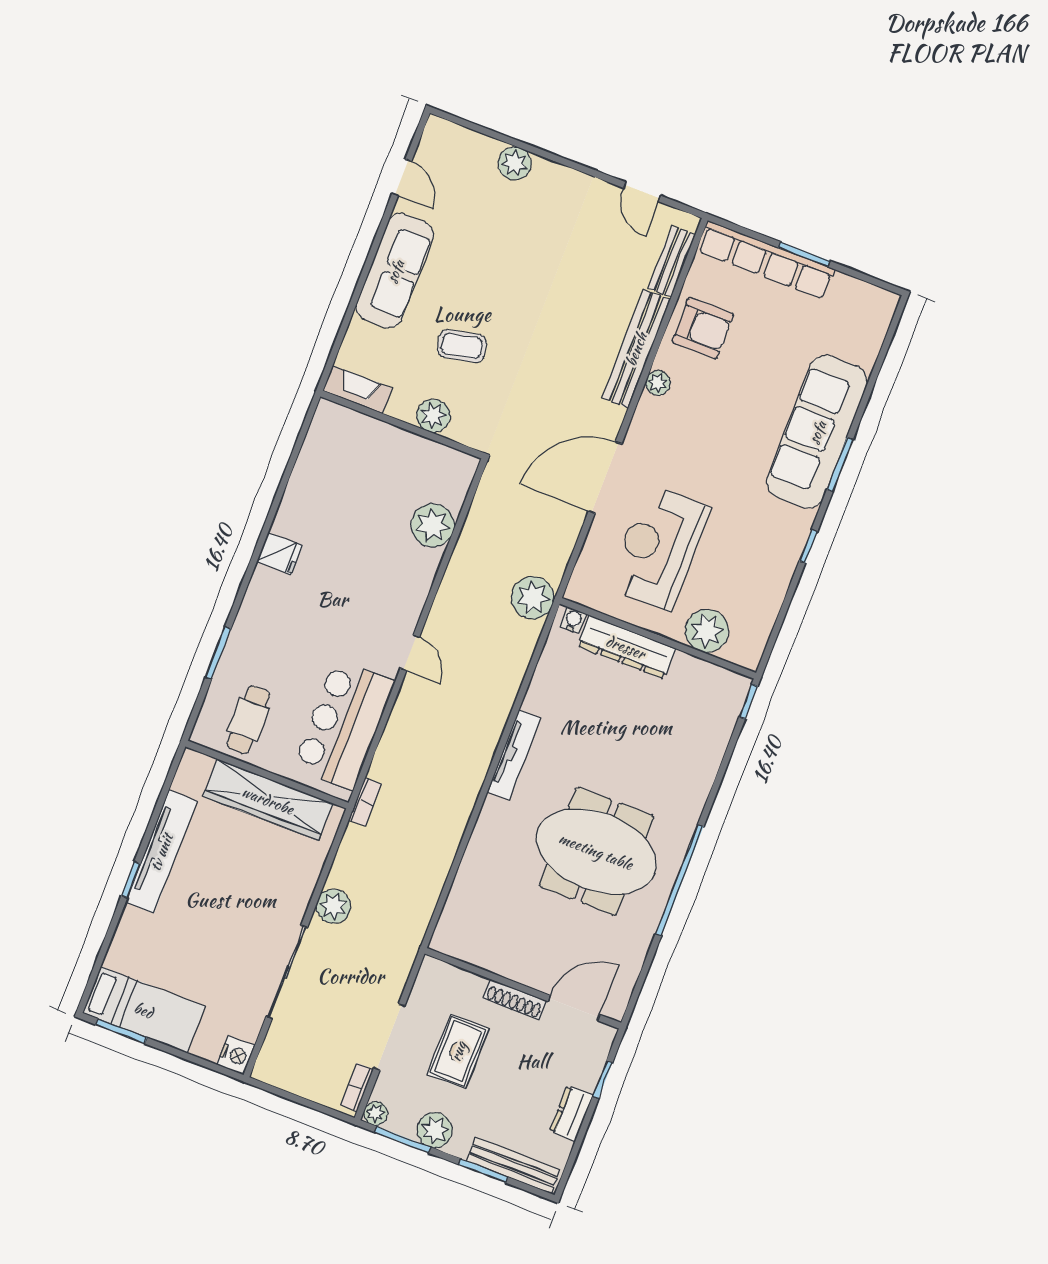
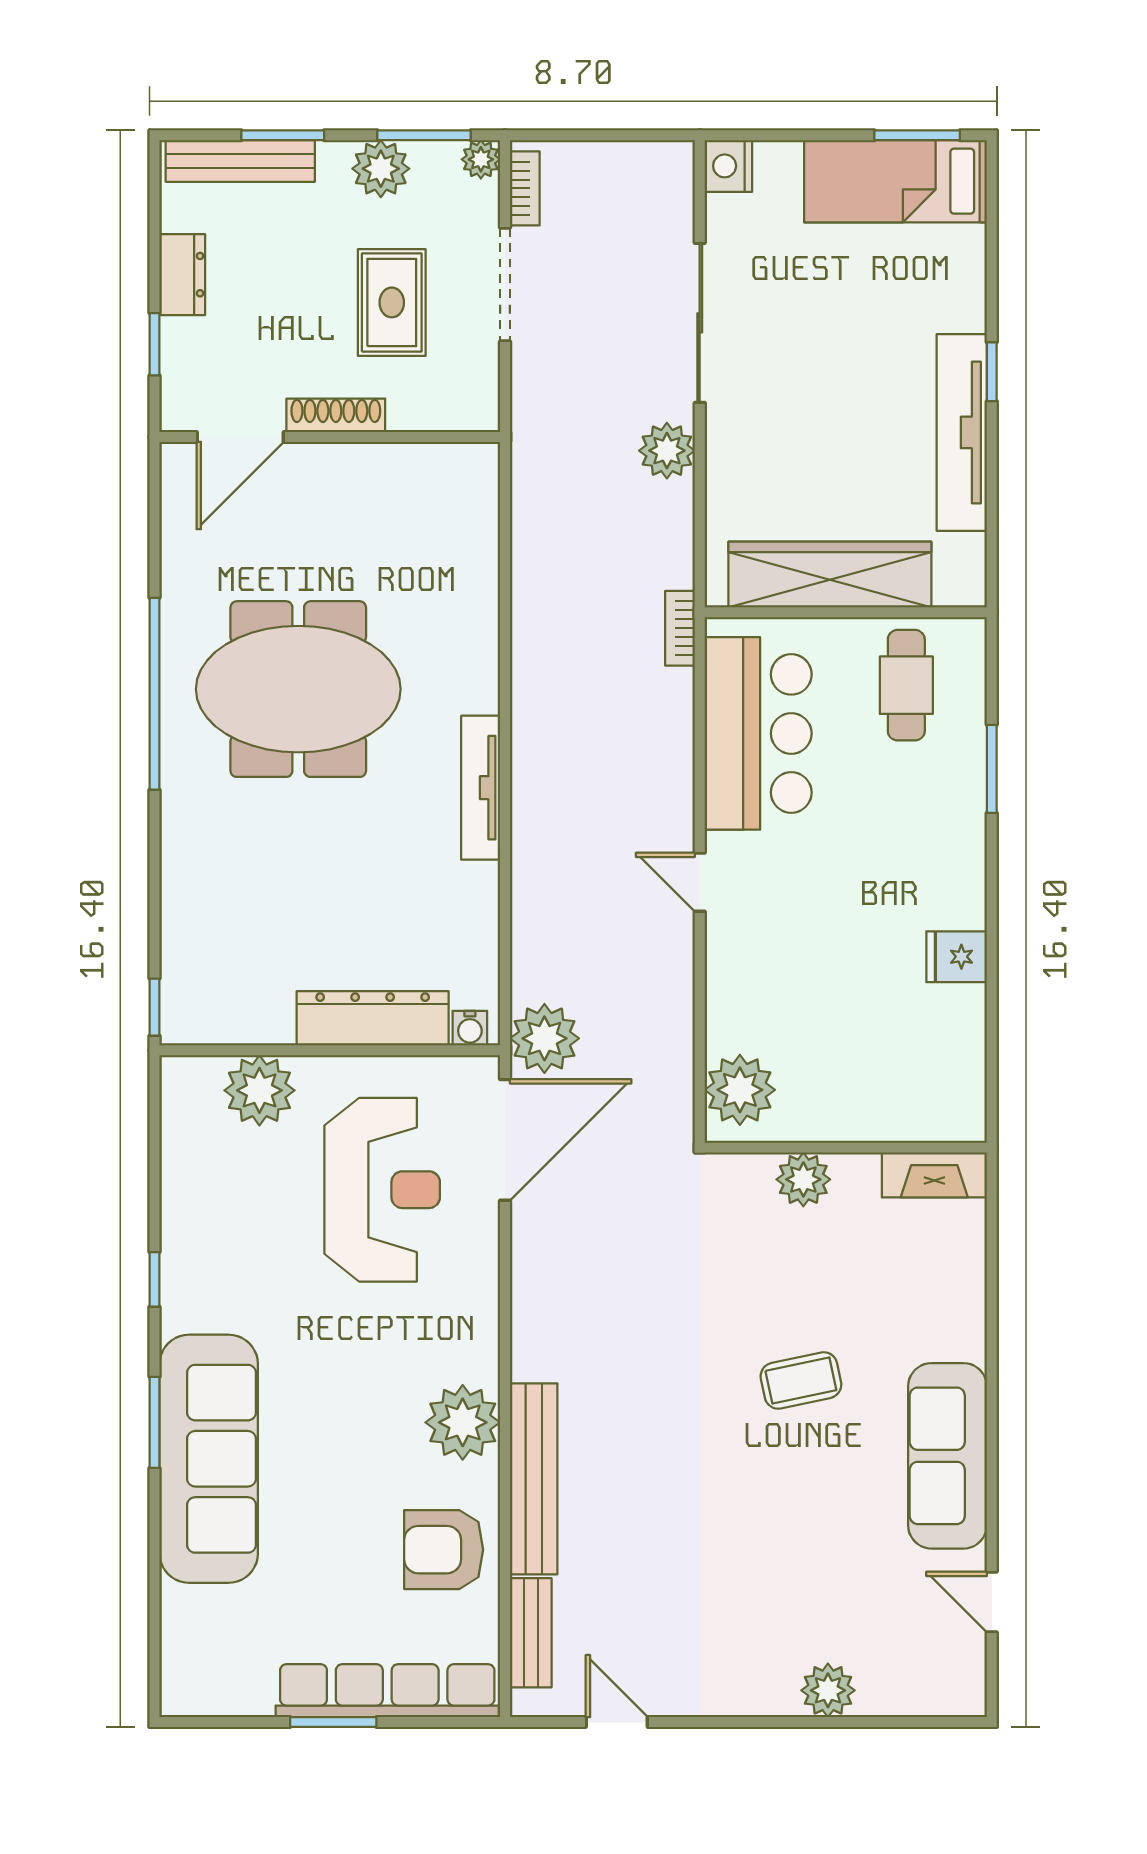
plant: (658, 383) -> (463, 1422), width x1.87, depth x1.87
fireplace: (358, 390) -> (934, 1175), moved
plant: (433, 416) -> (803, 1179), moved
wall: (402, 425) -> (846, 1148), moved
door: (605, 477) -> (505, 1140), moved

